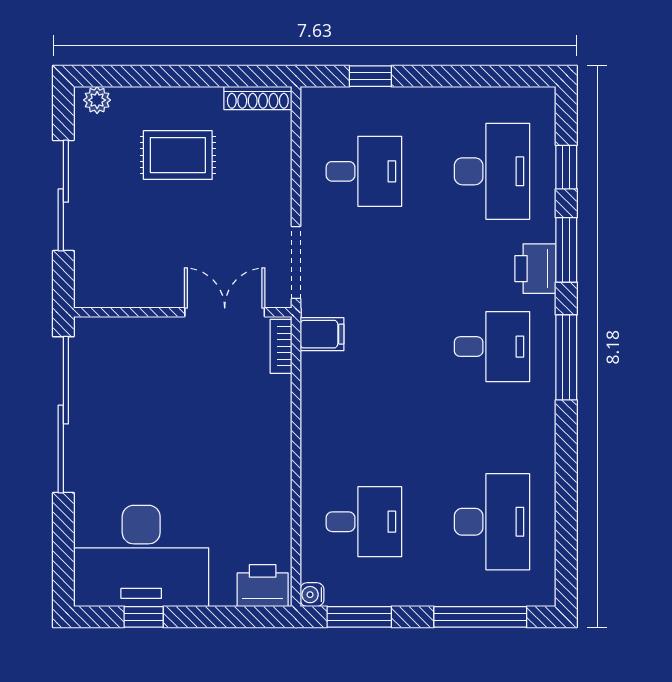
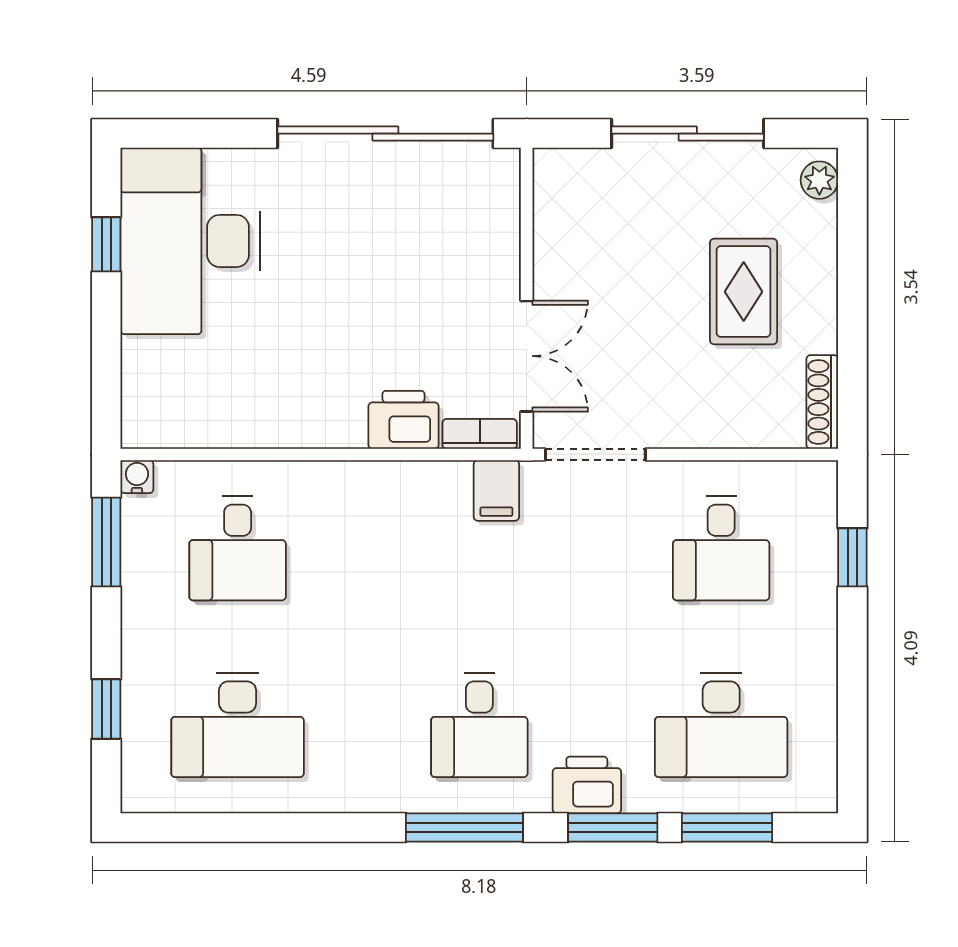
window: (566, 167) -> (727, 828), width x1.50
printer: (263, 586) -> (403, 420), moved, turned -90
window: (480, 617) -> (106, 709), width x0.46

